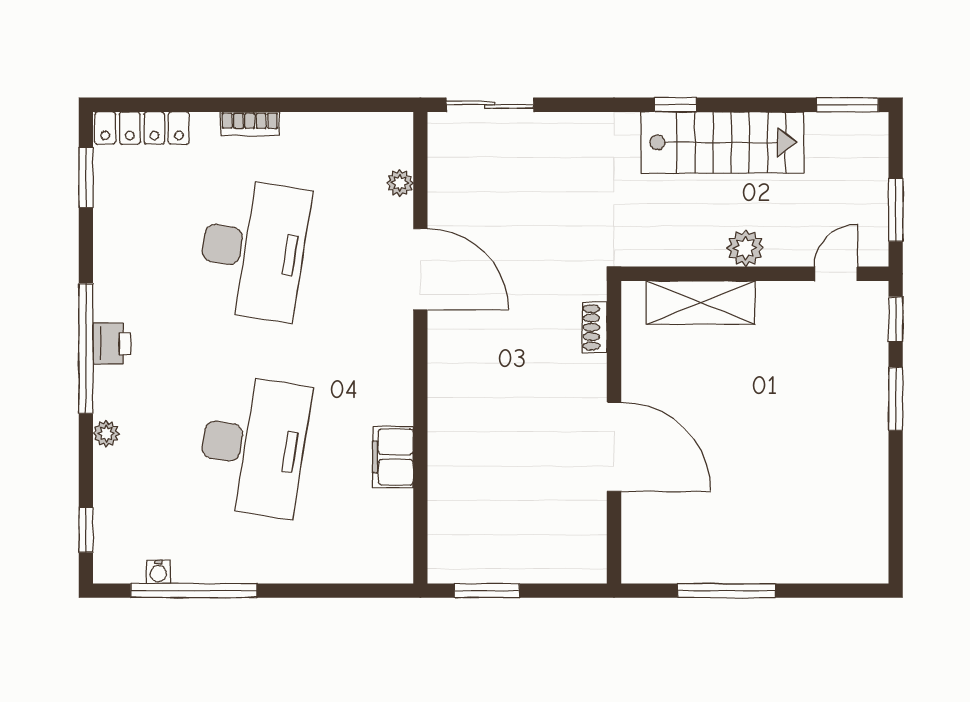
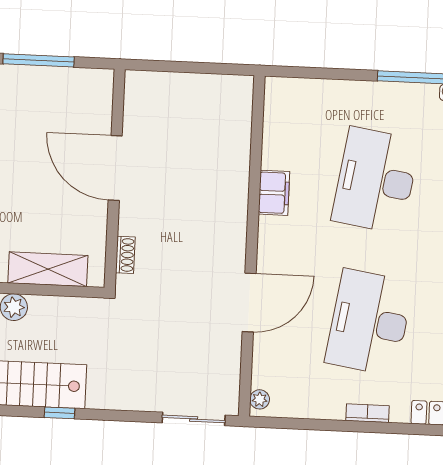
plant: (400, 183) -> (260, 399), moved
door: (420, 269) -> (249, 302), swing flipped
filing cabinet: (393, 457) -> (274, 193), moved
window: (487, 591) -> (212, 68), removed

